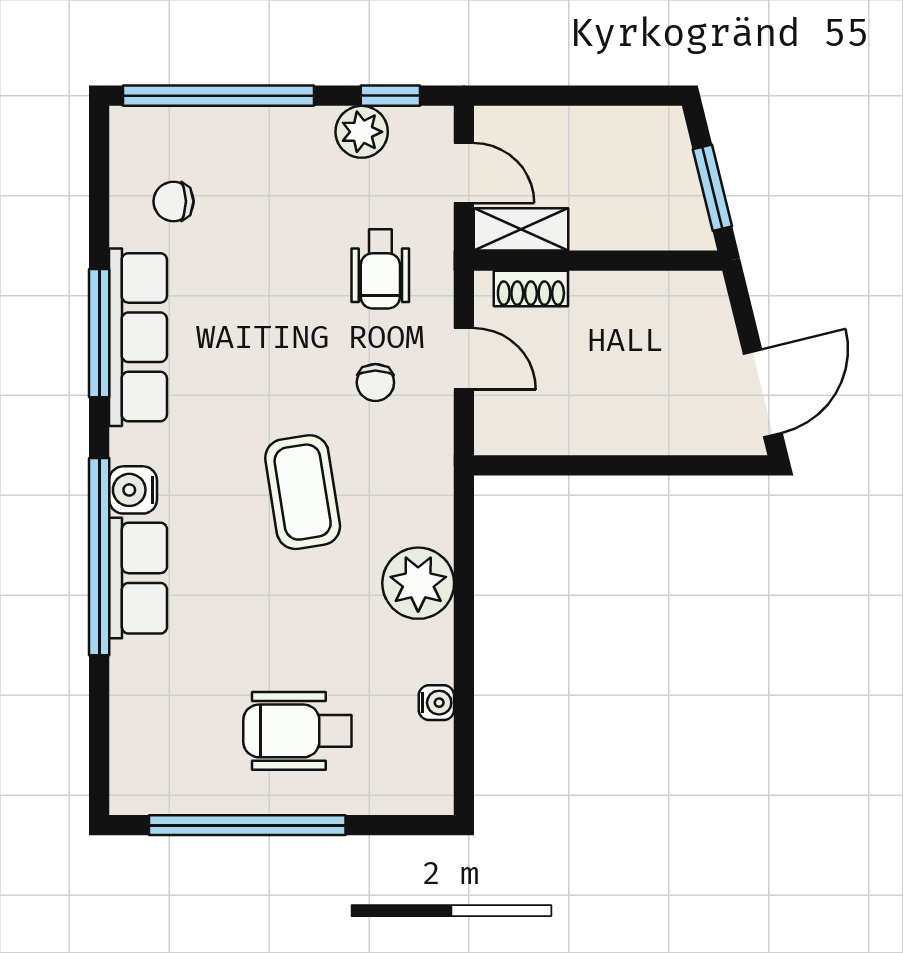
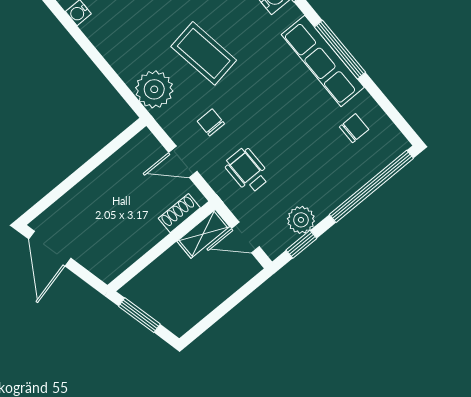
plant: (418, 583) -> (154, 89), moved

